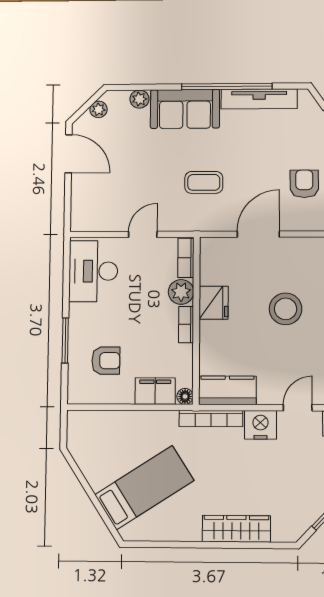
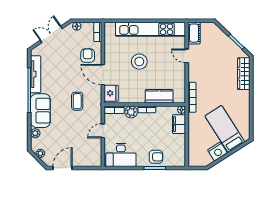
armchair: (304, 184) -> (88, 56), moved, turned 90
door: (143, 234) -> (103, 131), hinge flipped
fridge: (214, 303) -> (111, 93), moved, turned 90
armchair: (106, 361) -> (156, 157), moved, turned 90
kitchen counter: (227, 390) -> (159, 96), moved, turned 90
nightstand: (260, 425) -> (217, 151), moved, turned -122
wardrobe: (236, 529) -> (244, 74), moved

